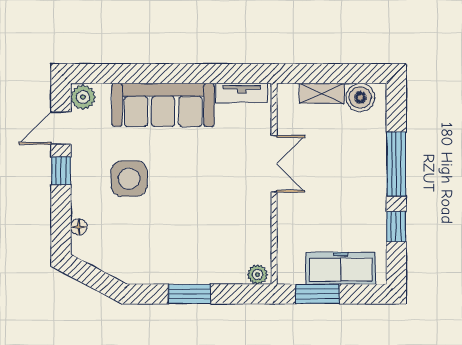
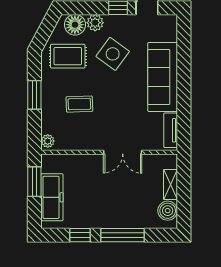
plant: (83, 97) -> (95, 23), moved
side table: (129, 179) -> (113, 54), turned 36
floor lamp: (79, 227) -> (75, 25), width x1.89, depth x1.89
coffee table: (203, 228) -> (79, 104), added
rug: (132, 245) -> (68, 56), added

